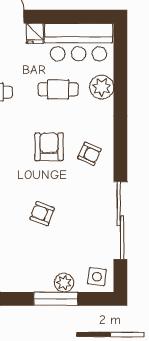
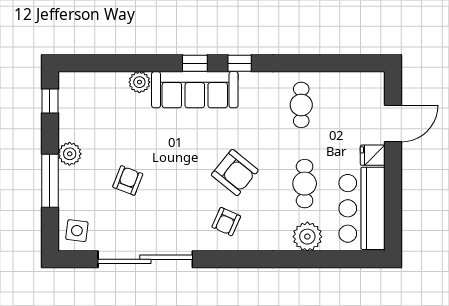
armchair: (49, 147) -> (235, 172), turned 39
armchair: (42, 214) -> (128, 180), moved
plant: (64, 283) -> (70, 154), moved

